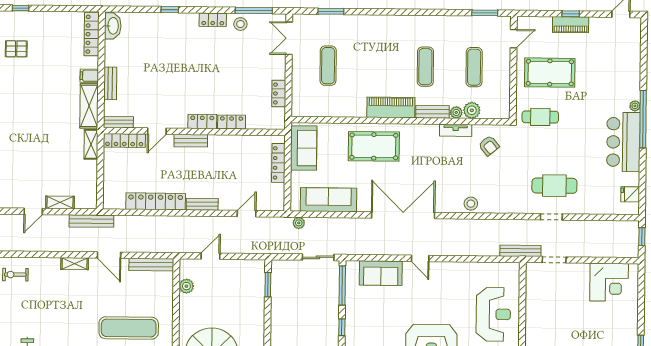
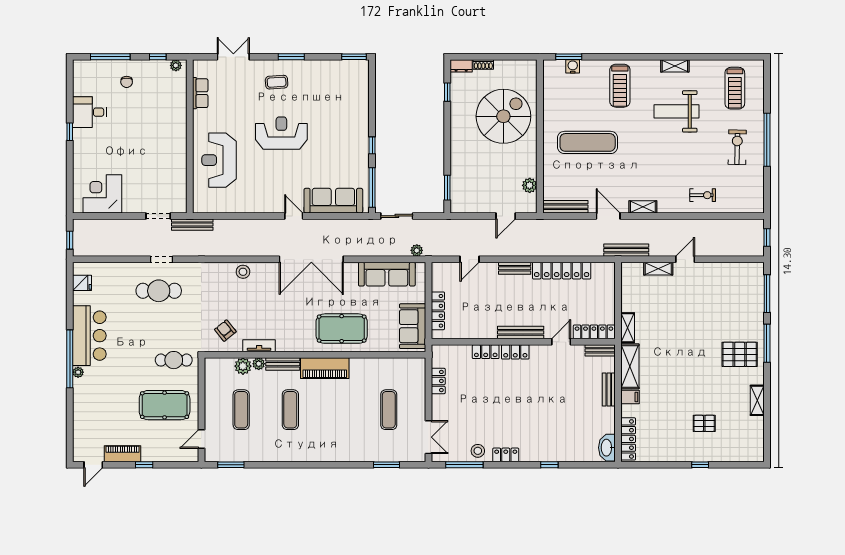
piano: (571, 25) -> (123, 454), moved
bench: (191, 141) -> (521, 332), width x1.36
sofa: (381, 273) -> (333, 201), width x1.36

